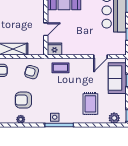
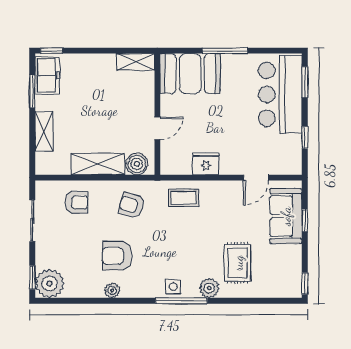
boiler: (34, 49) -> (137, 164), added
fridge: (54, 49) -> (206, 164), moved
plant: (114, 118) -> (209, 288), moved

